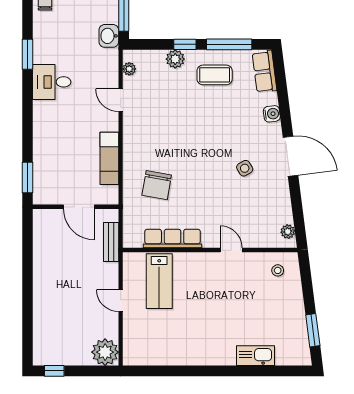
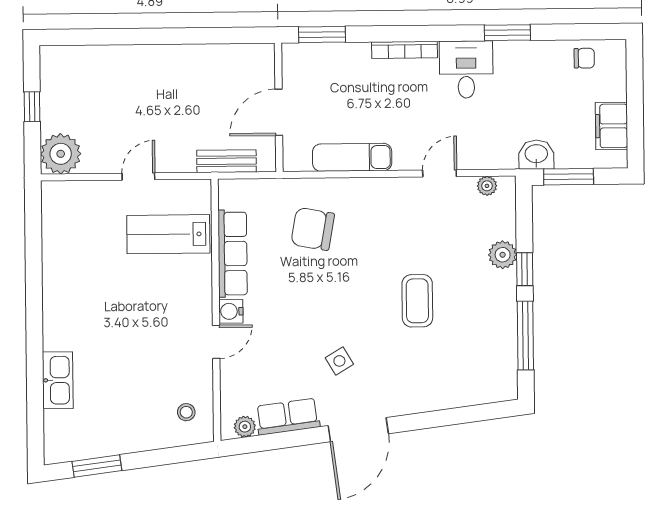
row of seats: (264, 72) -> (288, 417), moved
coffee table: (215, 75) -> (417, 301), moved
water cooler: (272, 114) -> (231, 311), moved, turned 97
bookcase: (38, 123) -> (405, 50), added
window: (54, 371) -> (32, 107), moved

